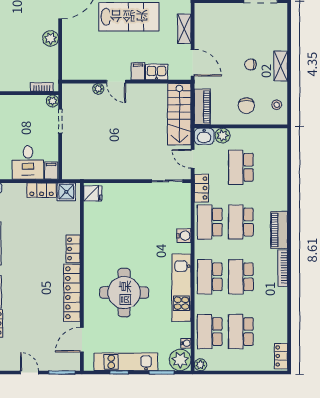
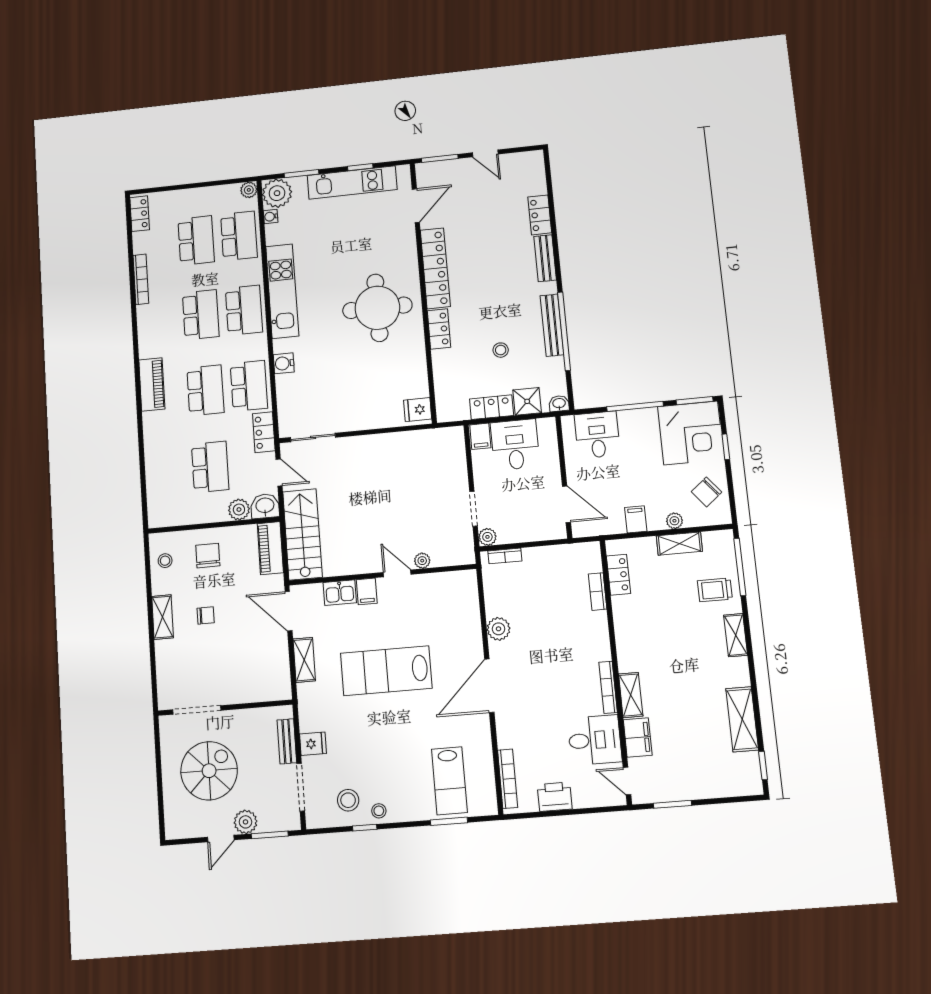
shower: (66, 192) -> (527, 401), moved
stool: (32, 230) -> (501, 350), added
bookcase: (283, 268) -> (141, 279), moved
round table: (124, 293) -> (377, 308), moved

